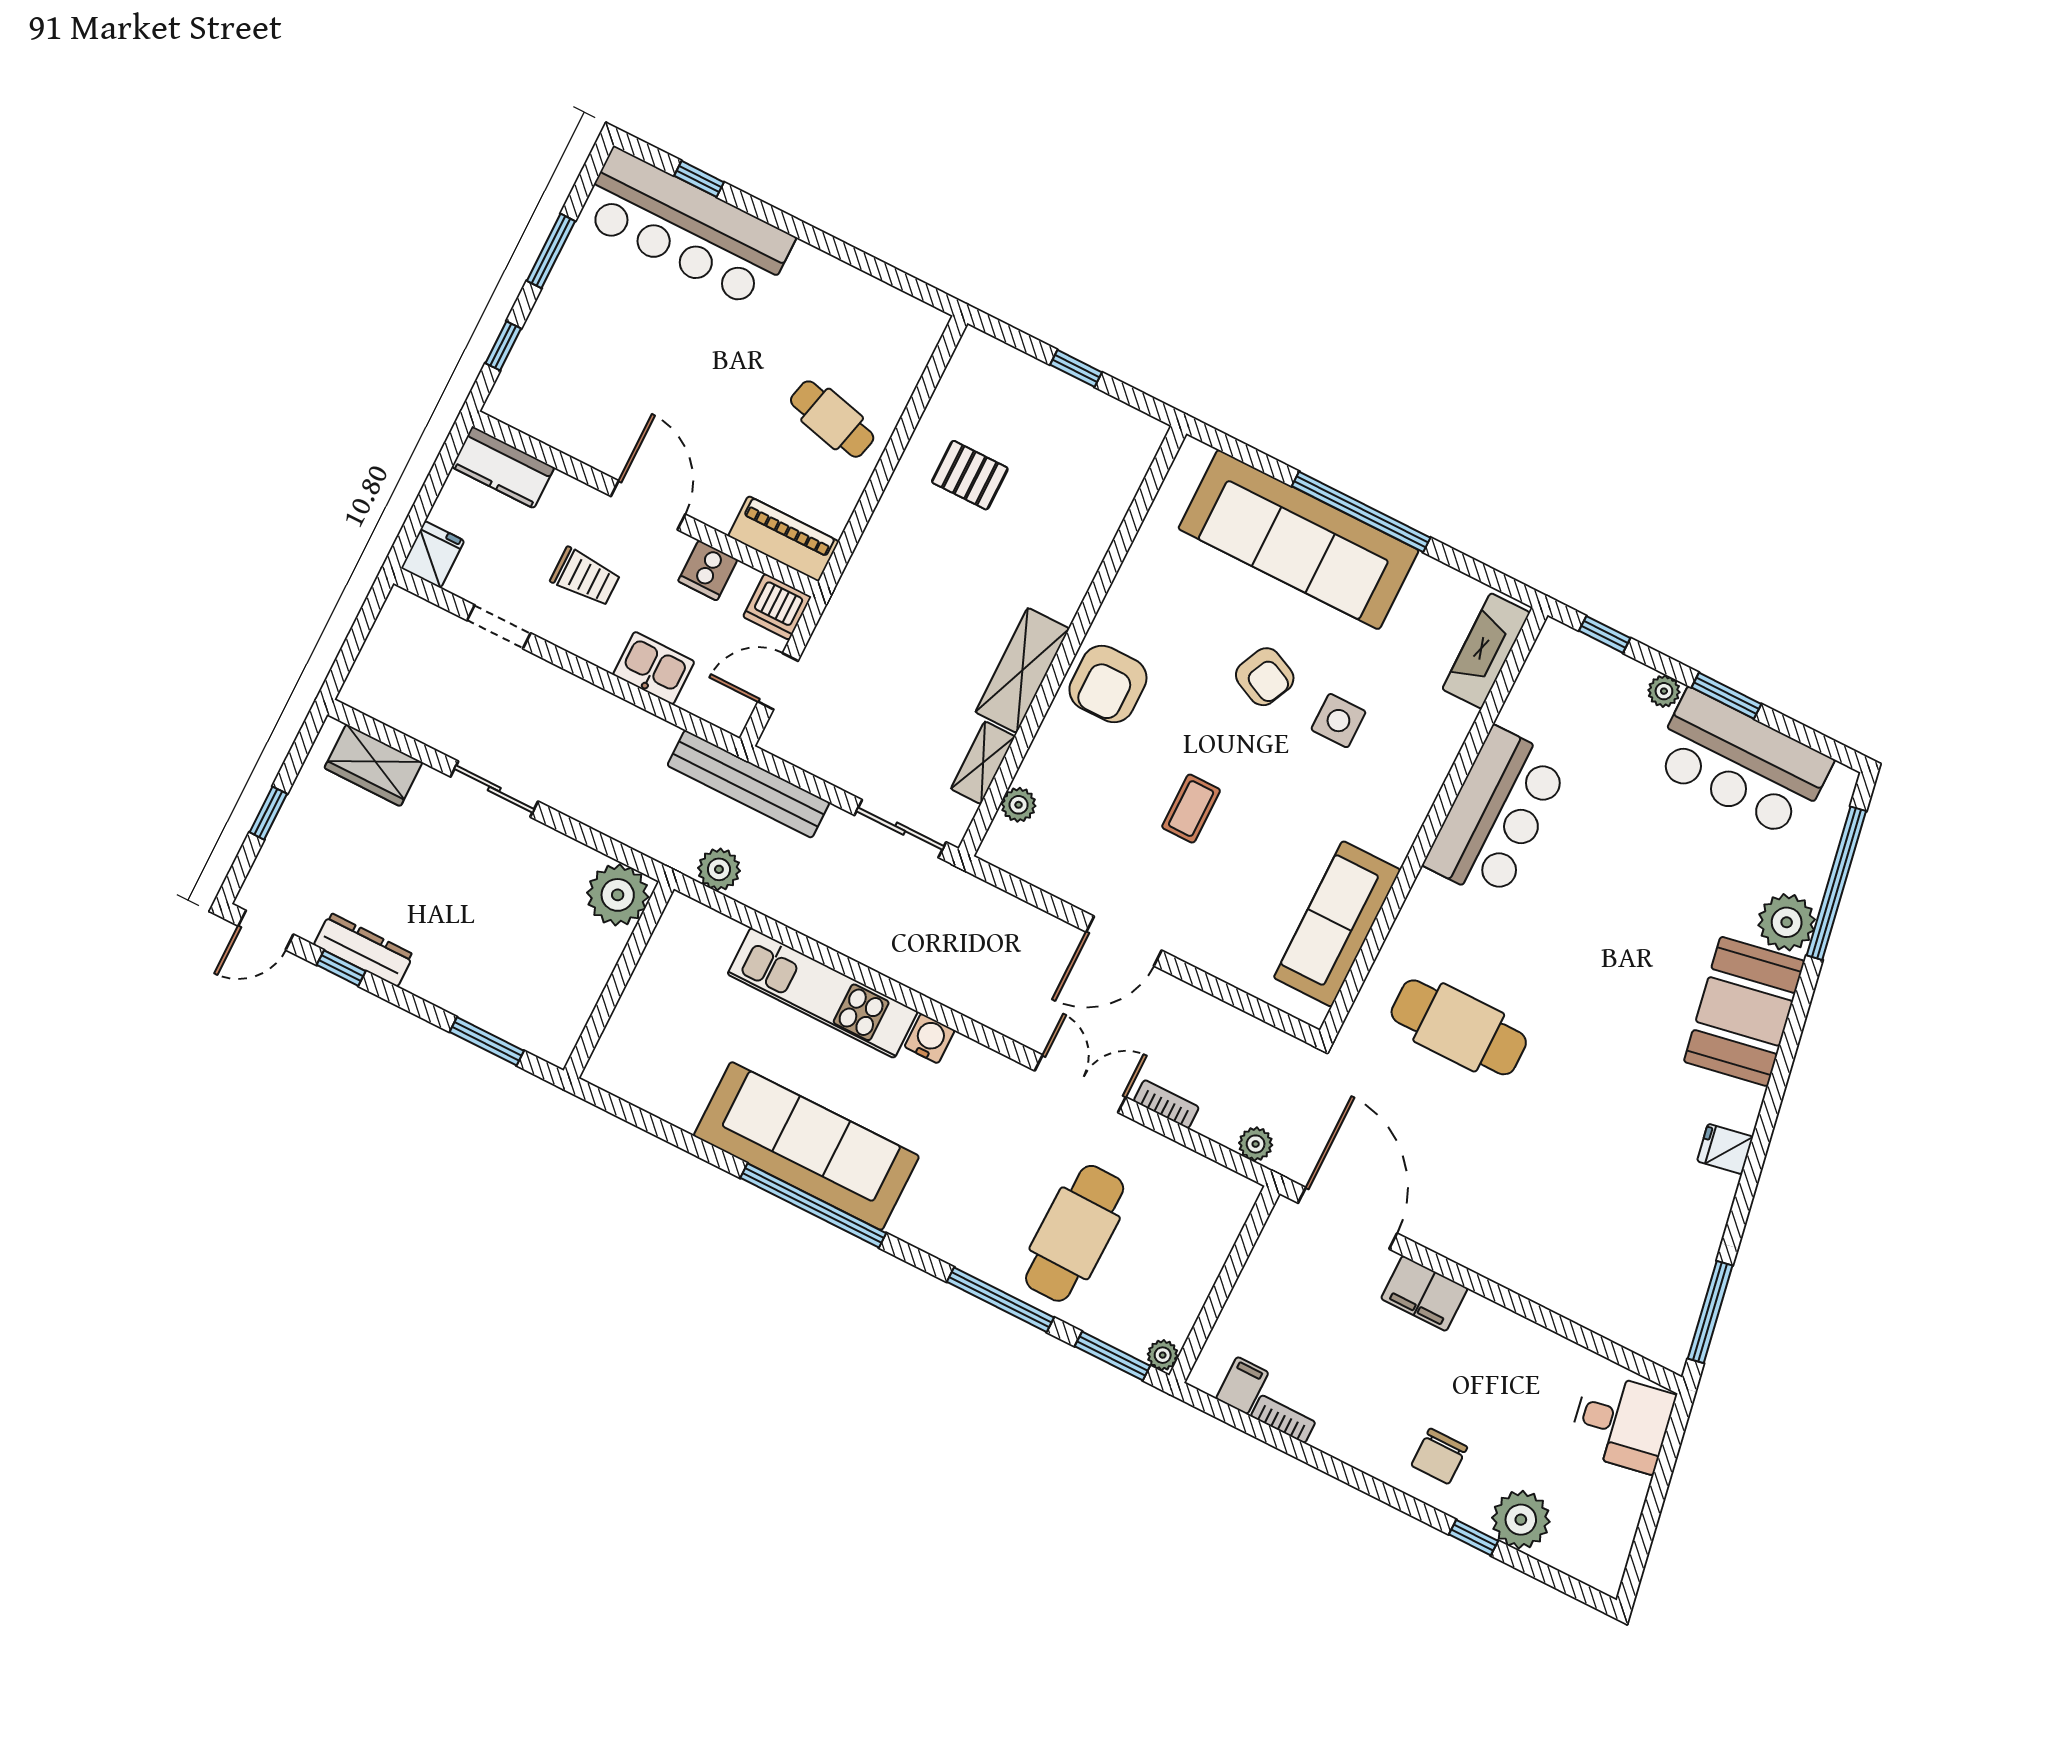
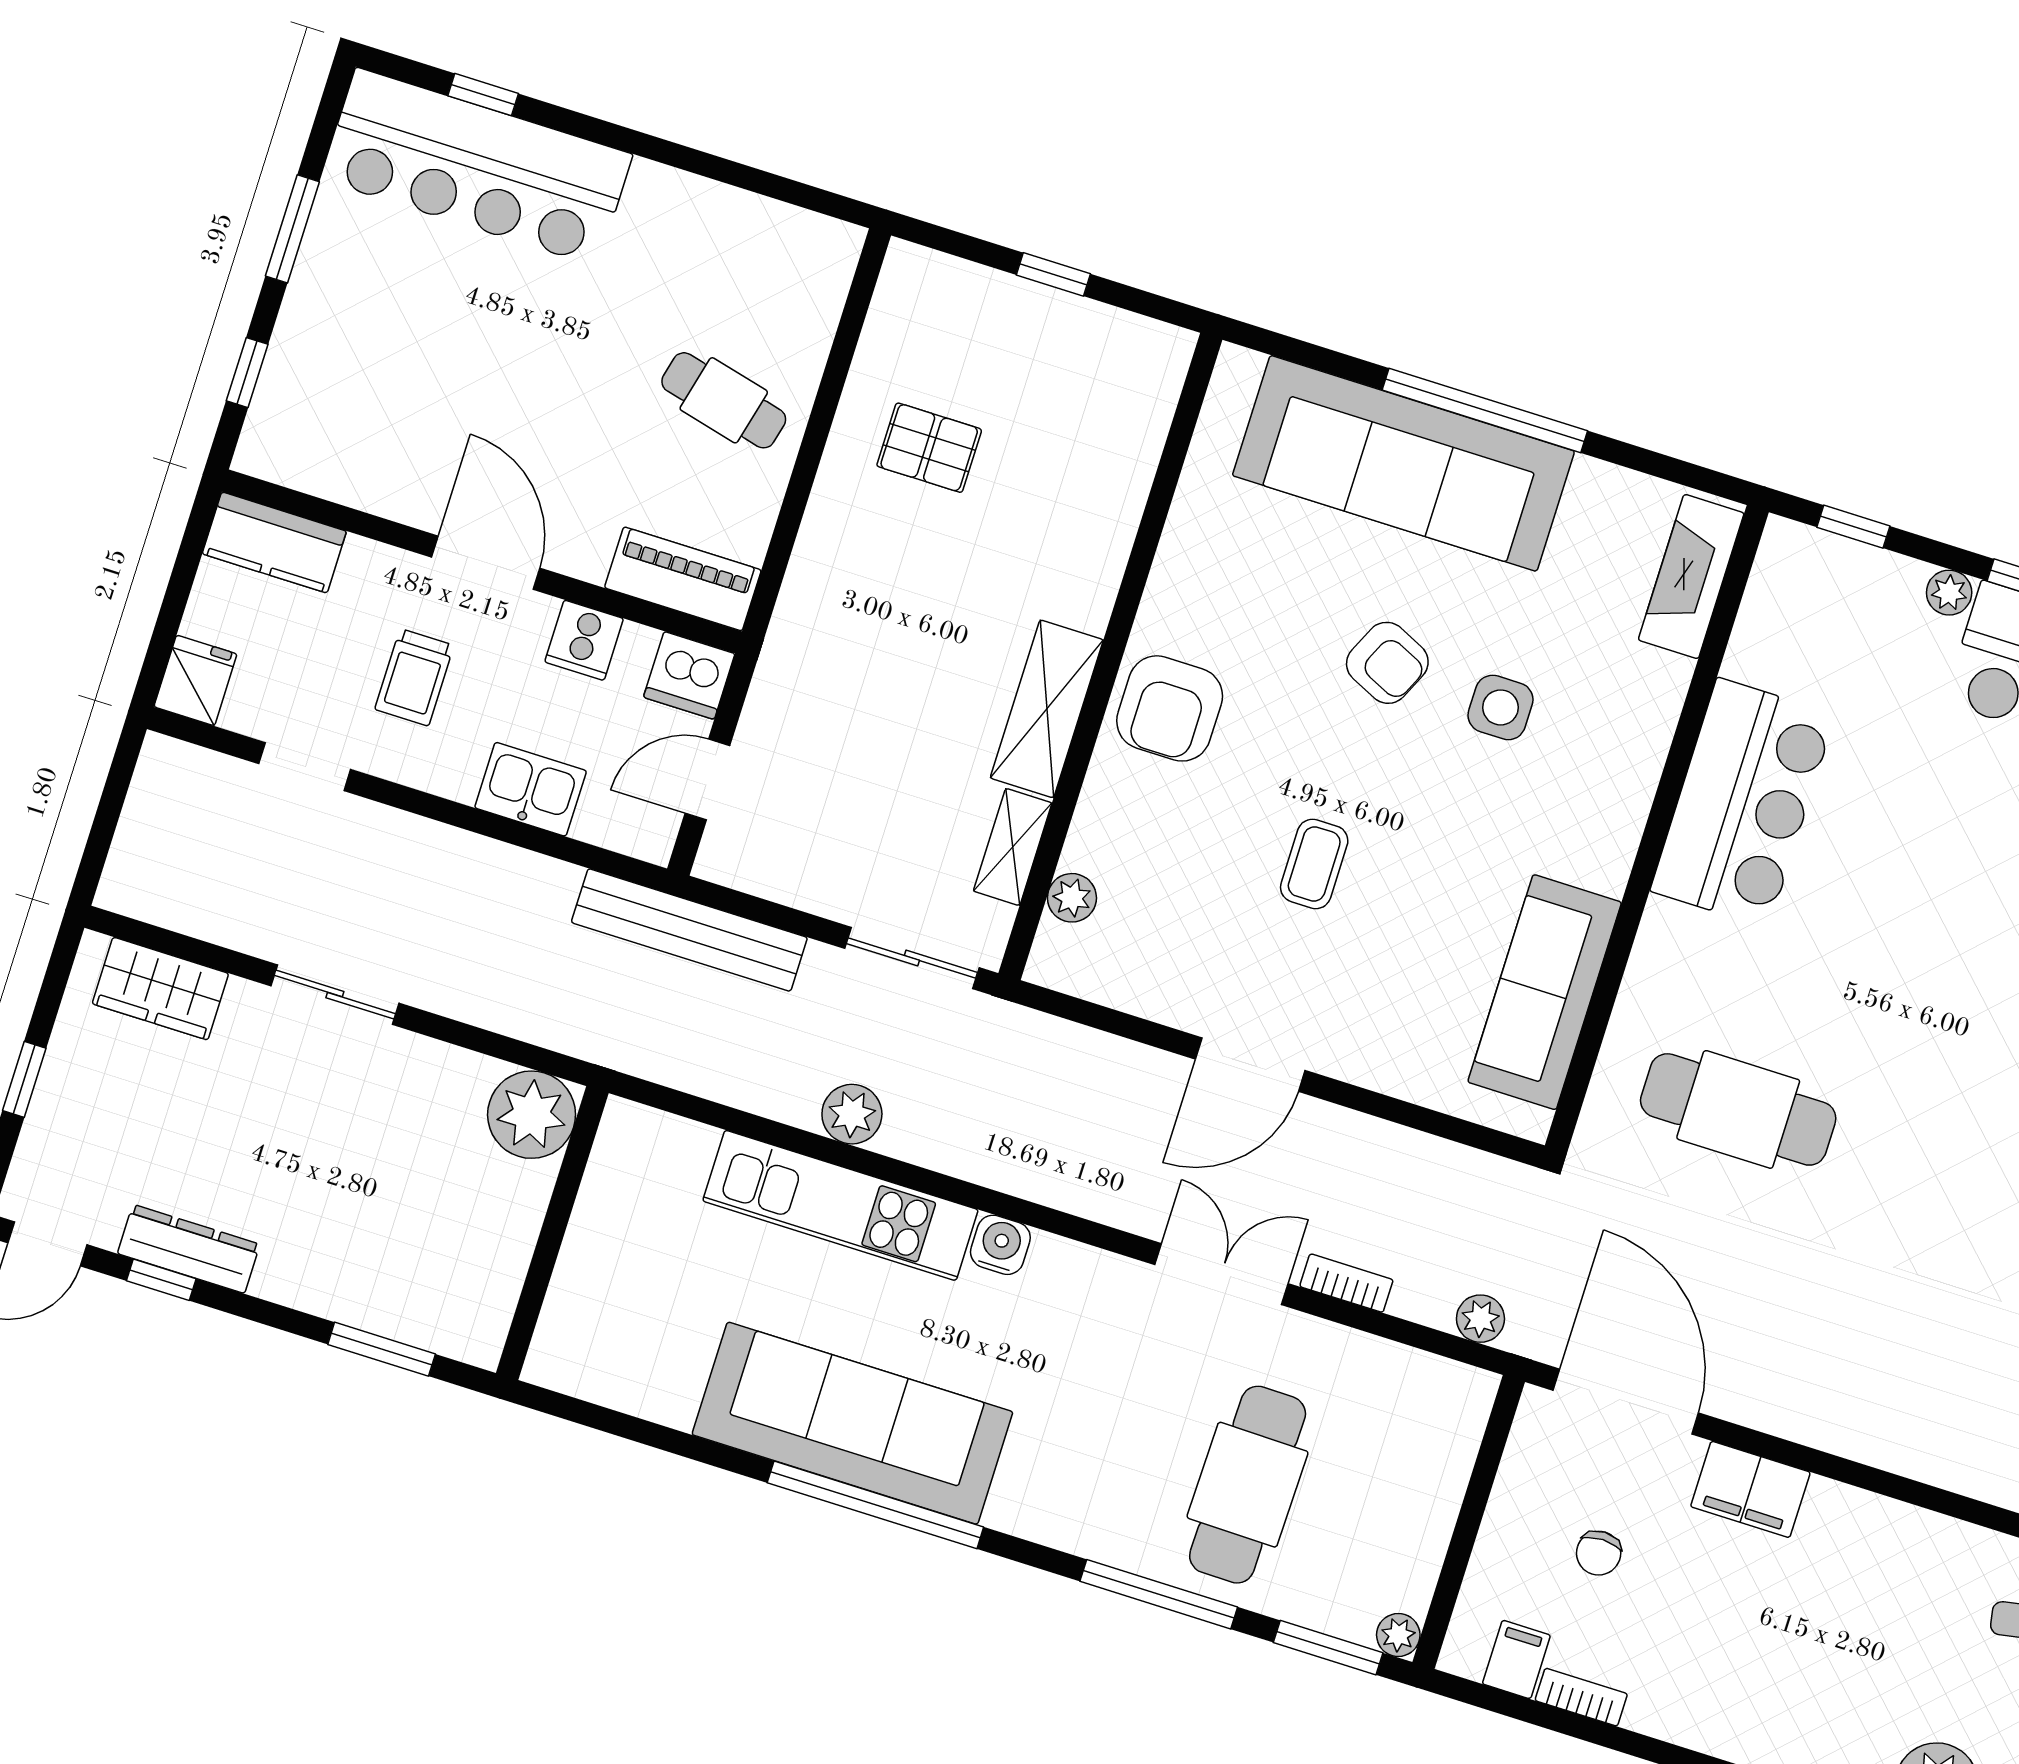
trolley: (585, 577) -> (414, 677), turned 90
plant: (719, 869) -> (852, 1114), moved
chair: (1439, 1456) -> (1599, 1553), moved, width x0.73, depth x0.73

